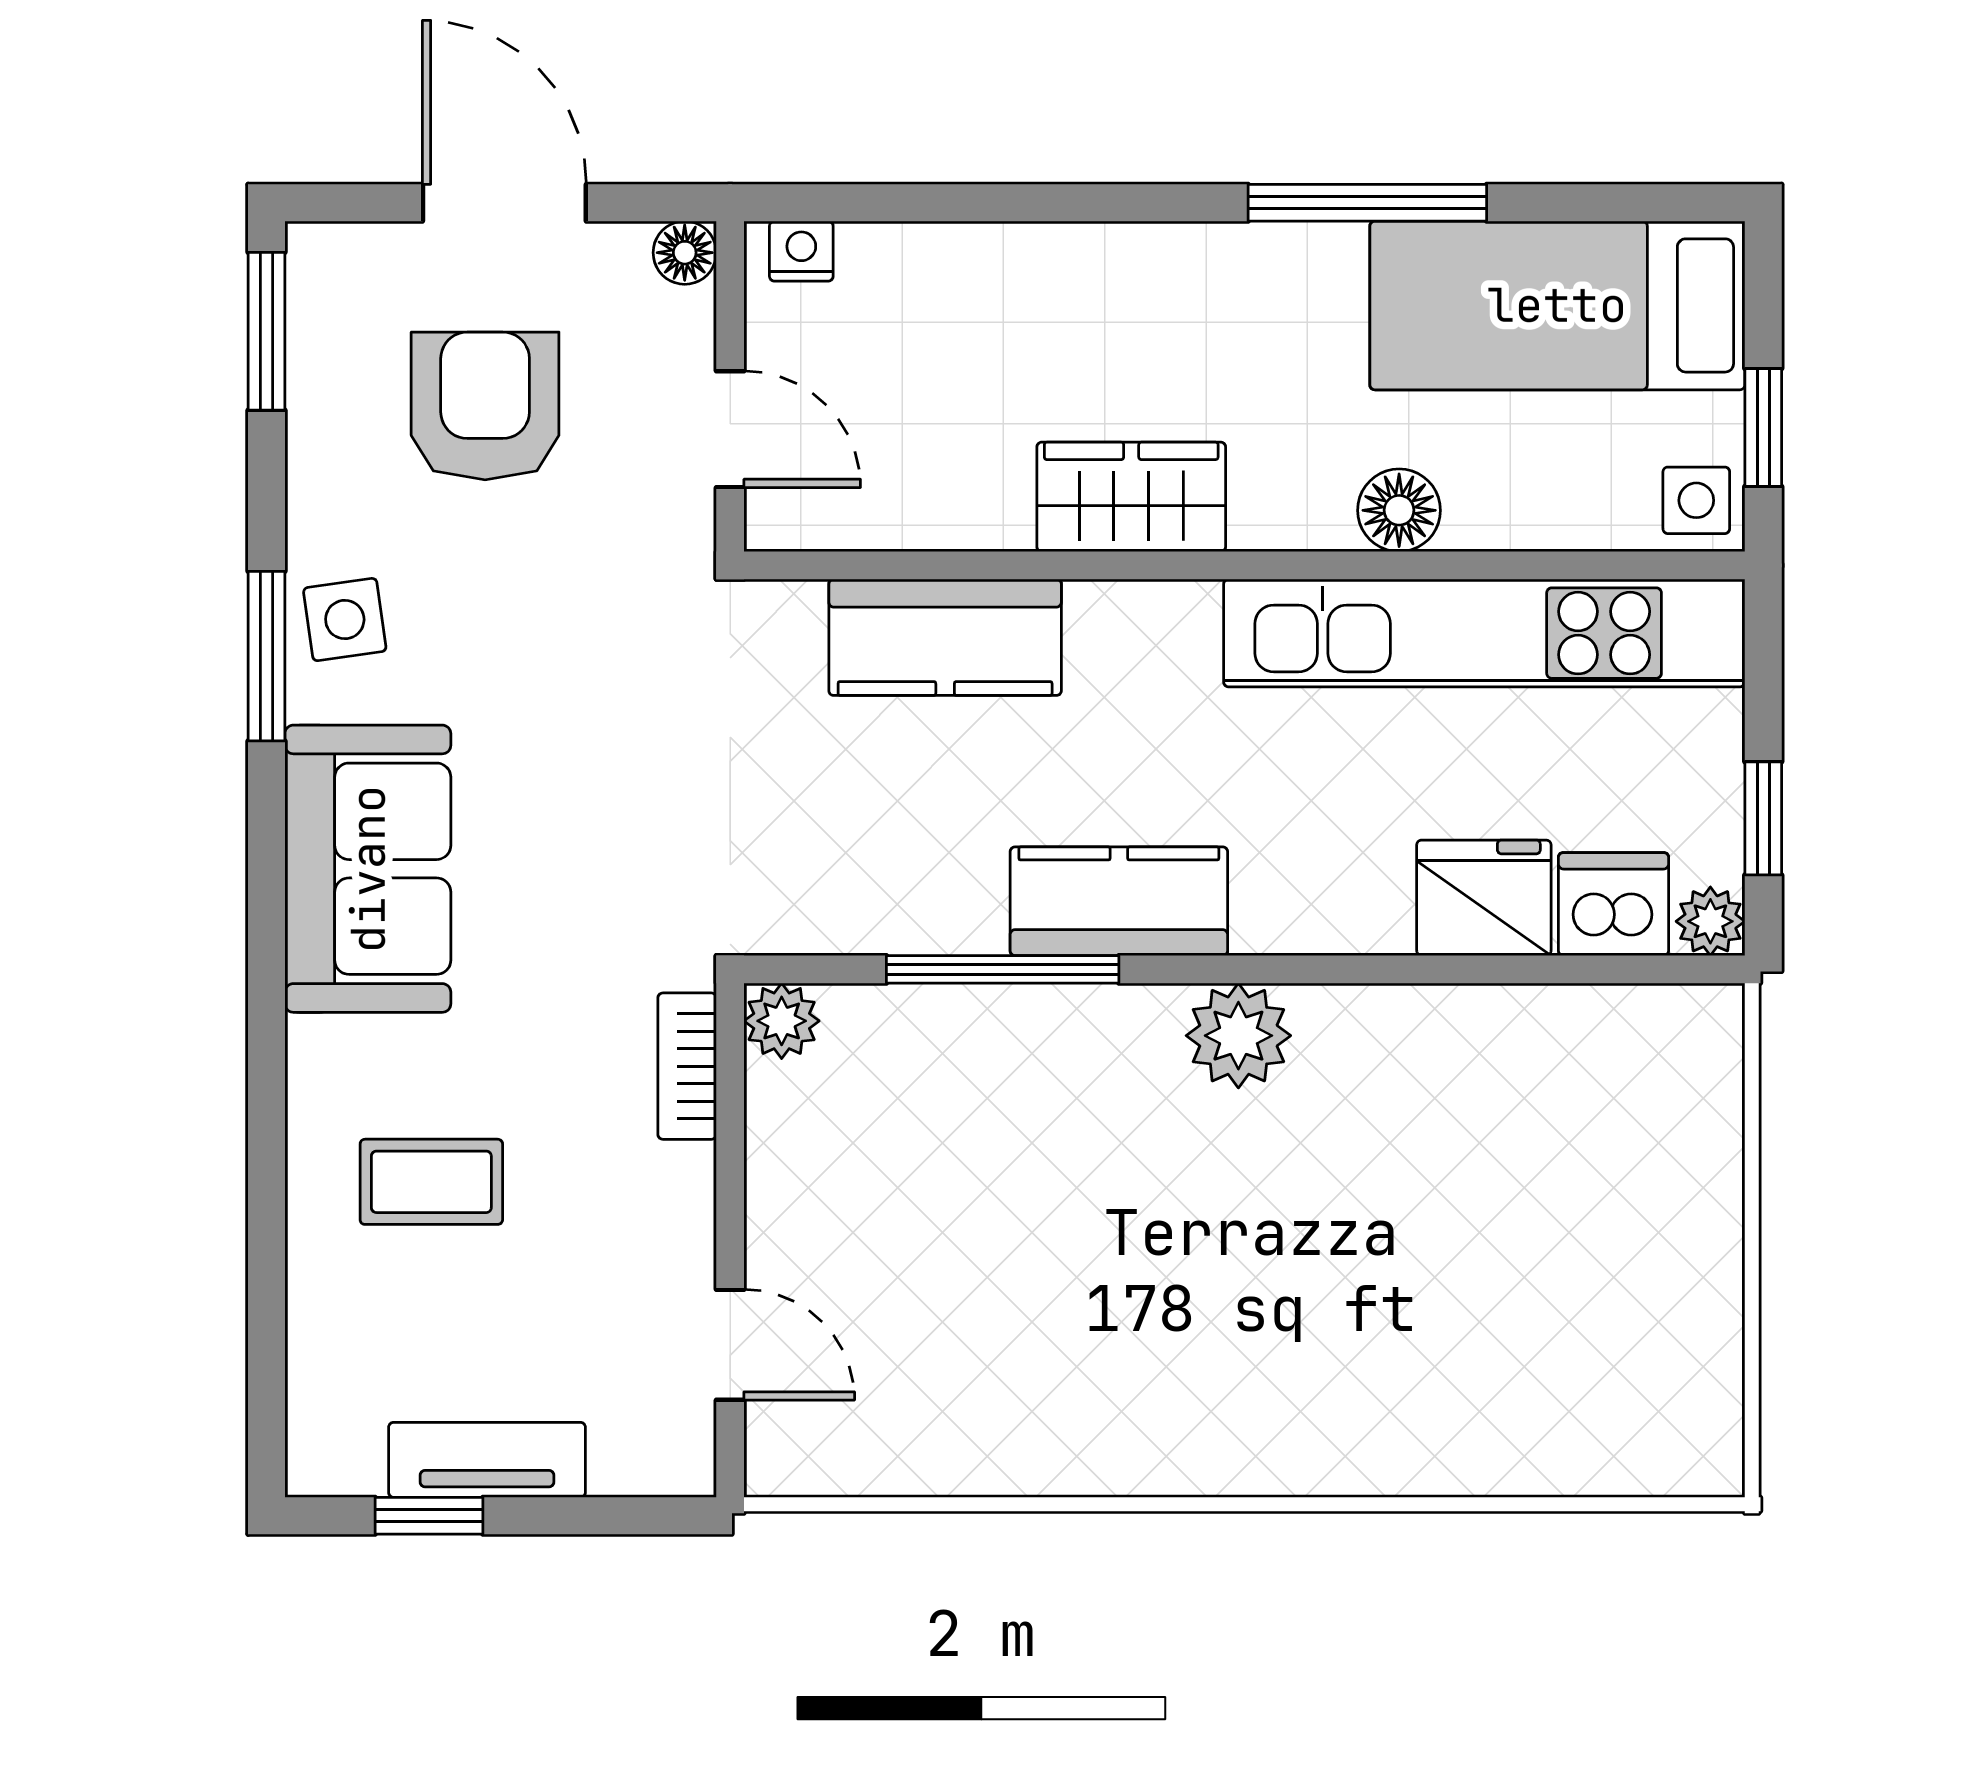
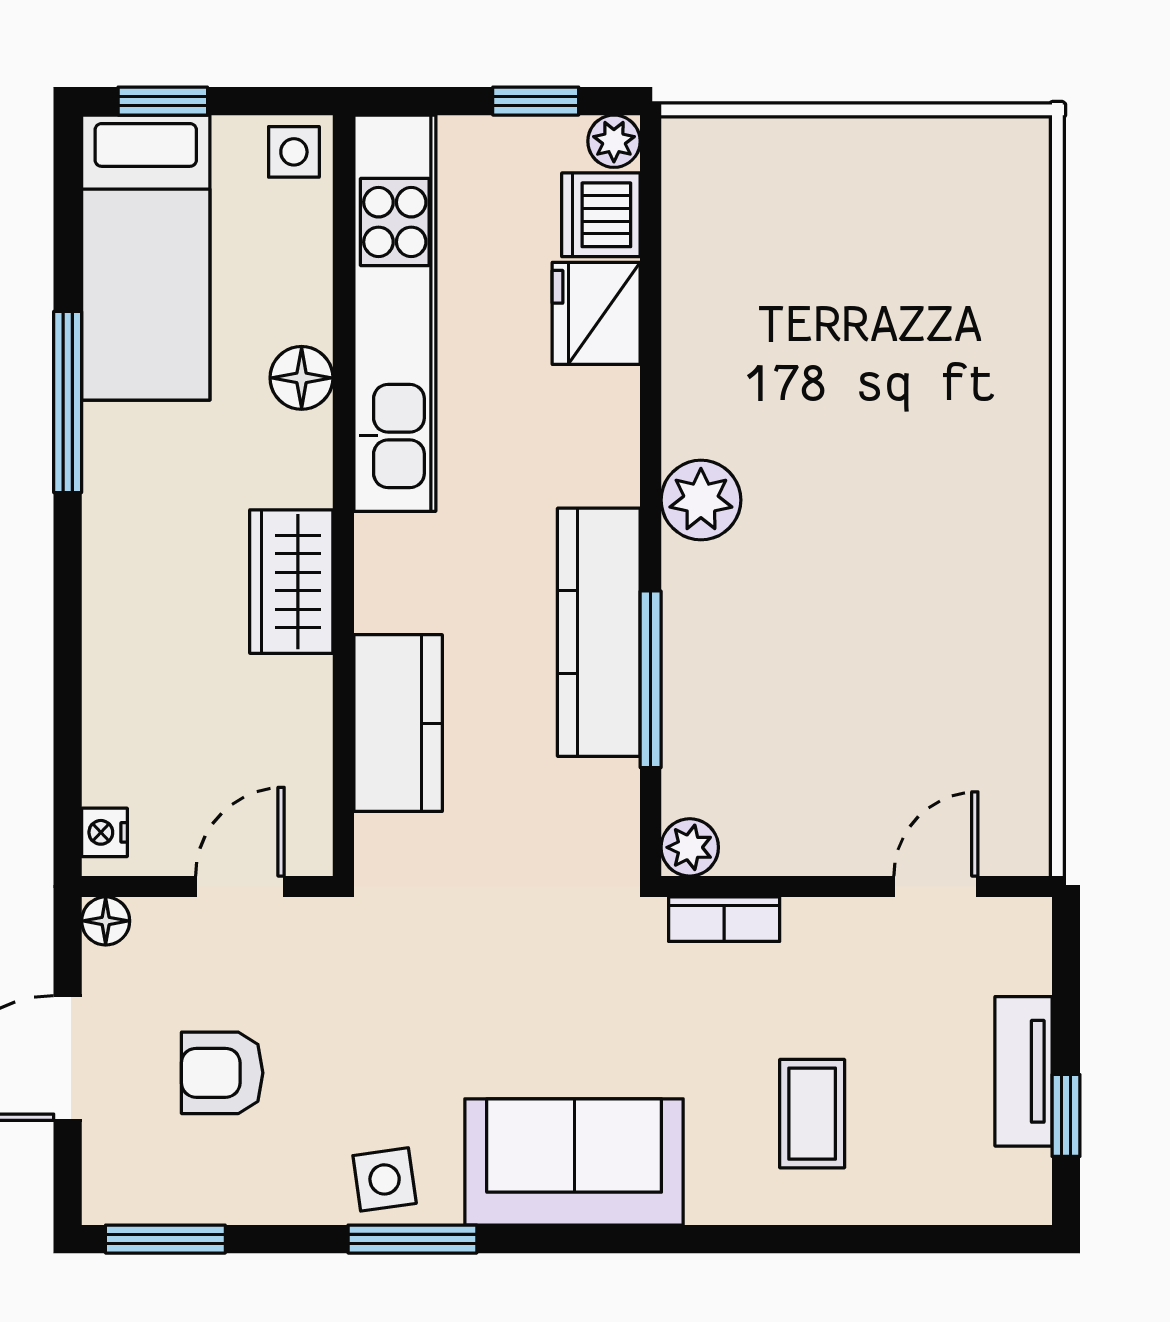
armchair: (485, 406) -> (222, 1073), width x0.72, depth x0.72
window: (1763, 428) -> (163, 101), moved
kitchen counter: (1119, 901) -> (599, 632), width x1.50

